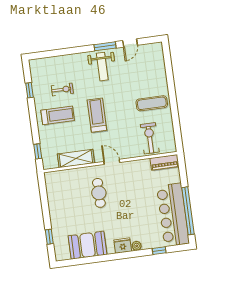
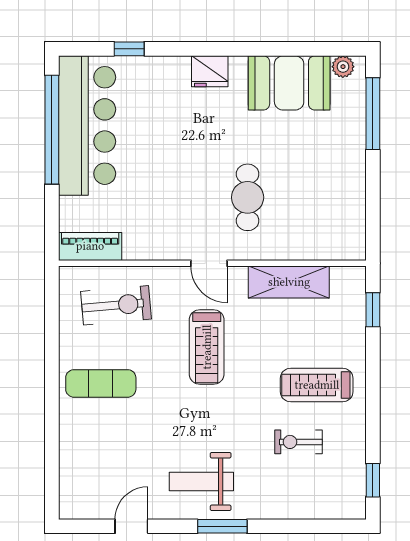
window: (105, 46) -> (222, 526), moved
weight bench: (102, 67) -> (201, 481), turned -90
window: (29, 90) -> (373, 480), moved
treadmill: (97, 115) -> (207, 347), moved
exercise bike: (150, 138) -> (116, 305), turned -95
window: (49, 237) -> (373, 114), width x2.17
plant: (137, 246) -> (343, 67), moved

